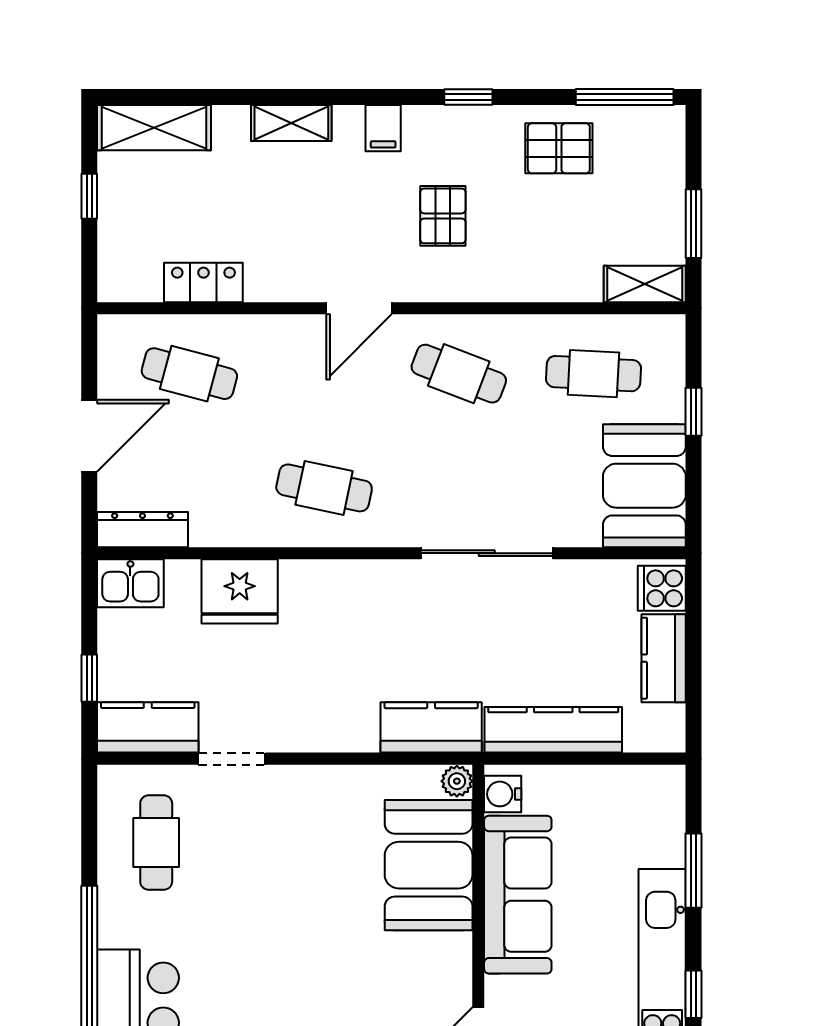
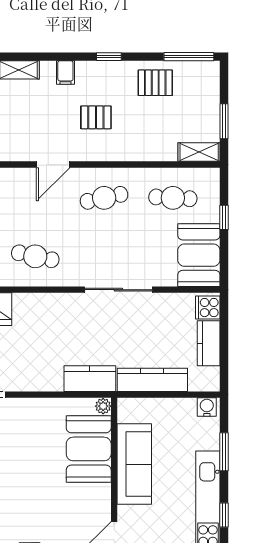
pallet: (443, 216) -> (96, 117), turned 90
cafe table: (459, 374) -> (104, 198), turned -33
water cooler: (503, 794) -> (207, 407), moved, turned 90

